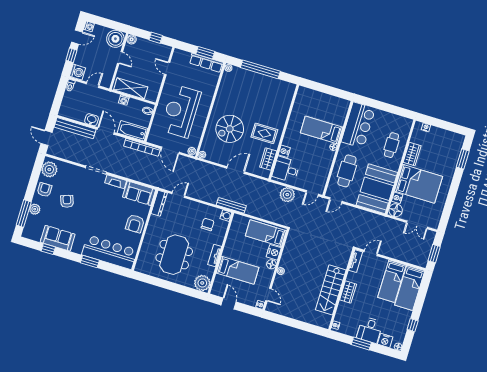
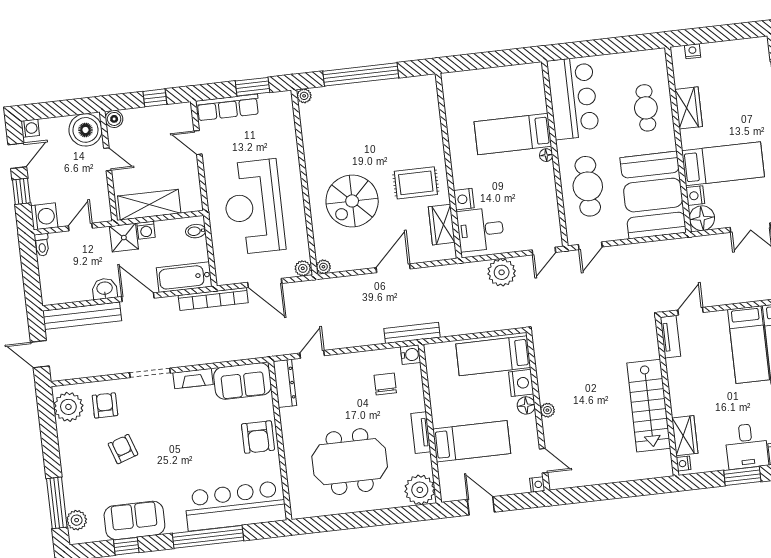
row of seats: (206, 63) -> (228, 107), moved
shower: (112, 99) -> (124, 238), added
bed: (419, 184) -> (723, 164), width x0.67
armchair: (44, 190) -> (105, 405), moved
plant: (35, 209) -> (77, 520), moved
meeting table: (174, 255) -> (350, 462), turned 90
window: (90, 262) -> (208, 537), width x2.11
wardrobe: (348, 292) -> (685, 436), moved

